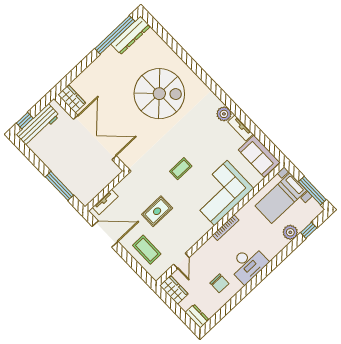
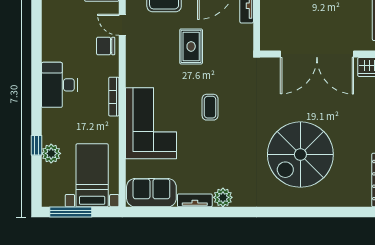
window: (309, 230) -> (37, 145), moved
chair: (219, 283) -> (106, 46), moved

